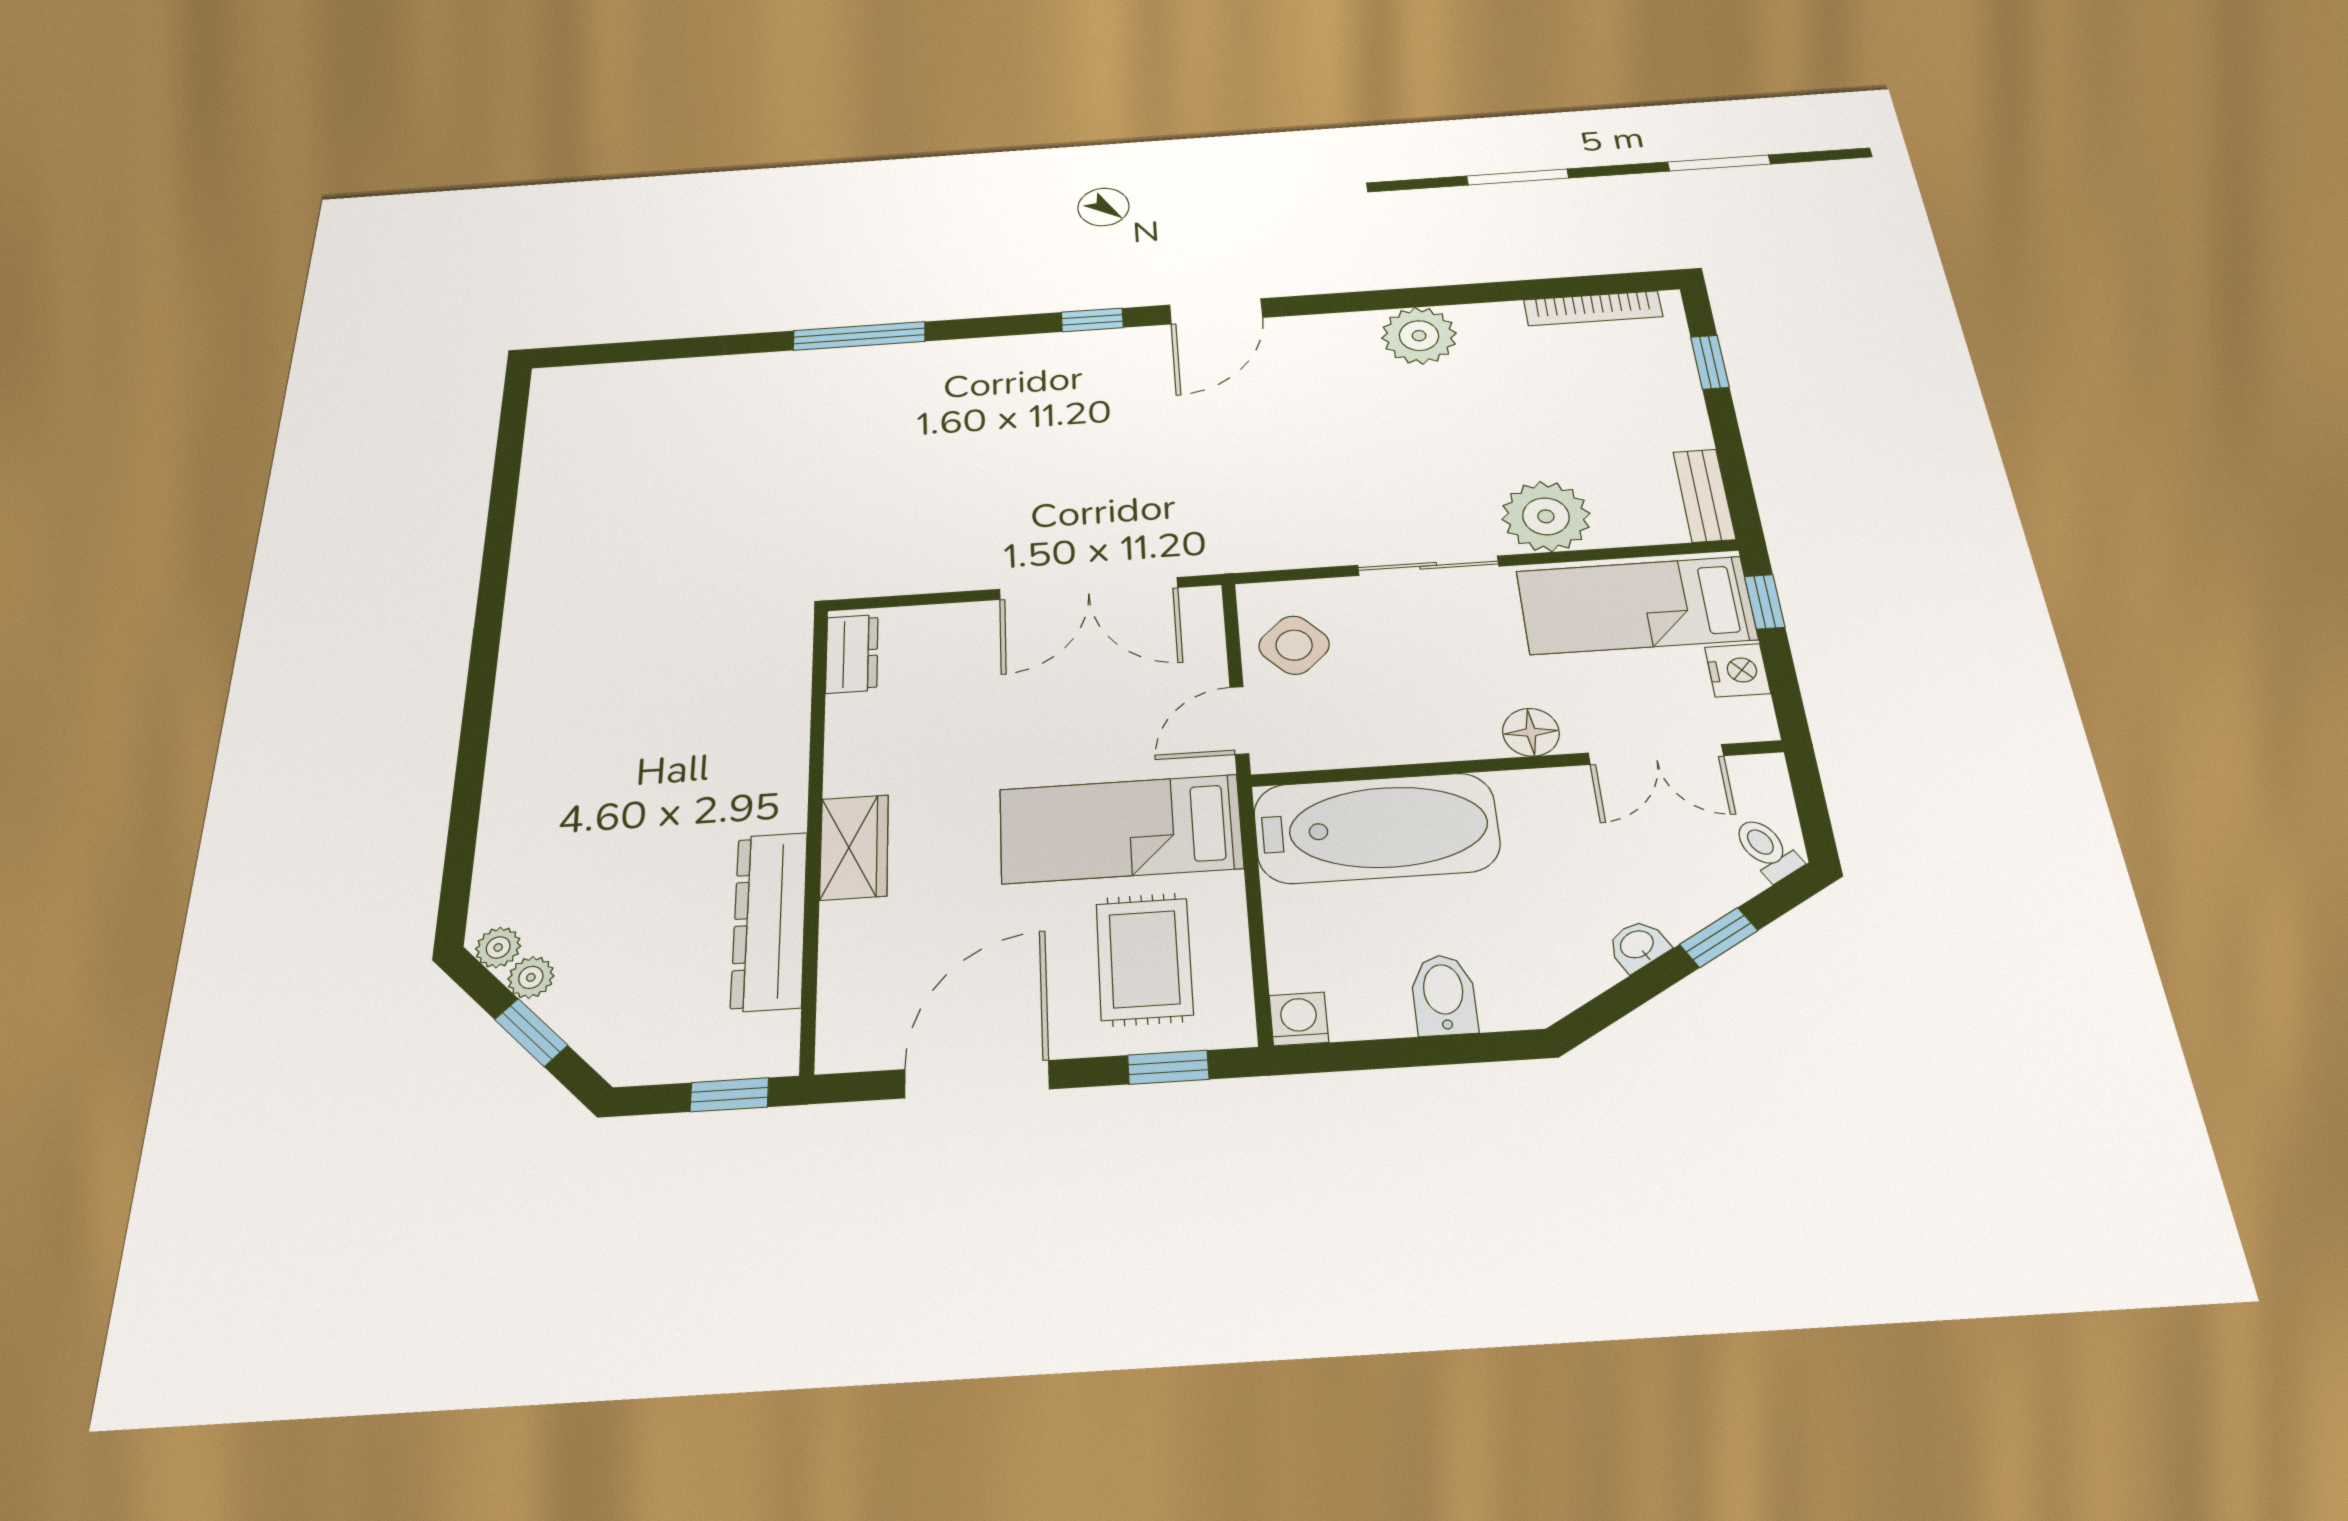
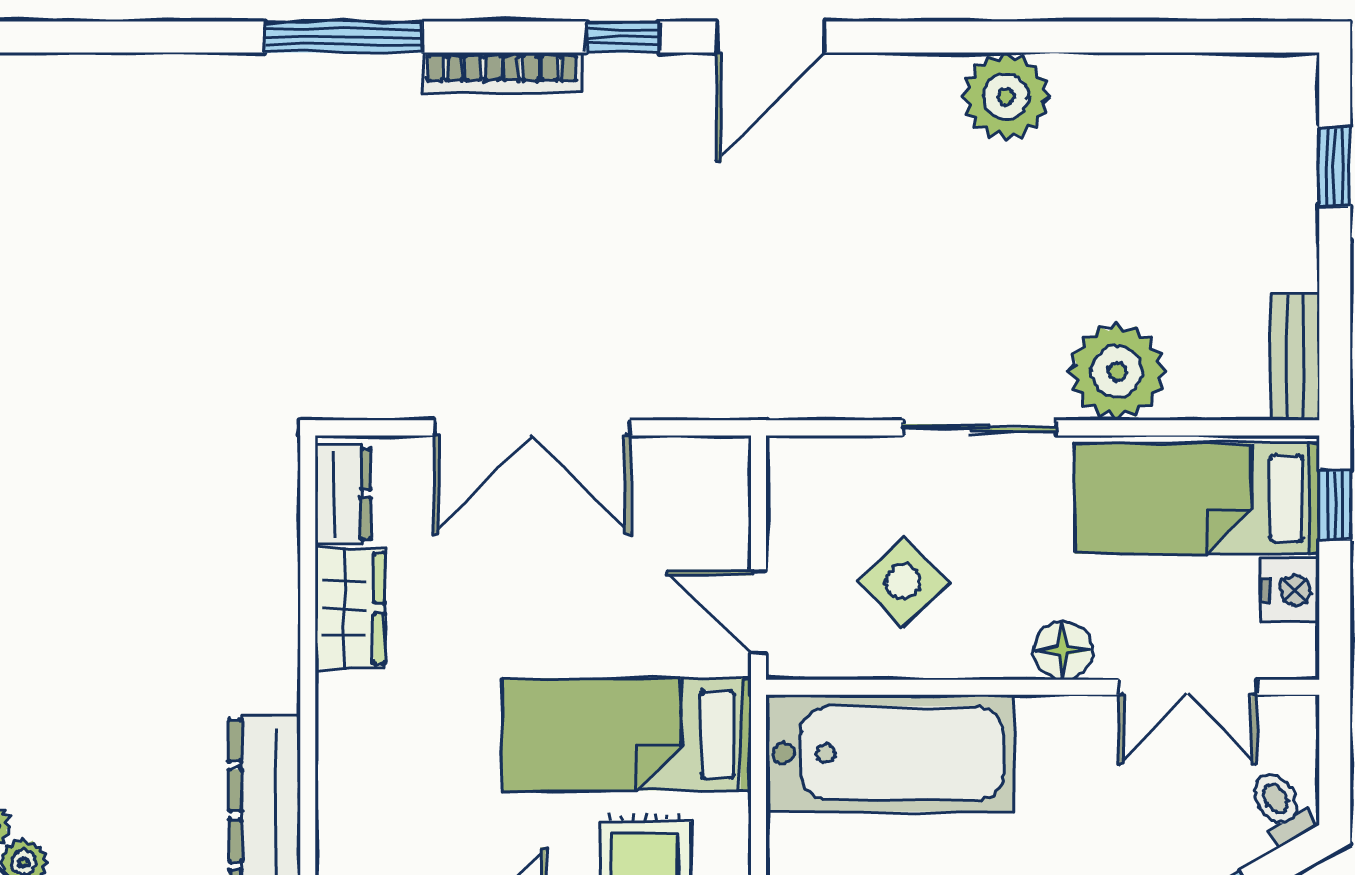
bookcase: (1593, 308) -> (502, 73), moved
double door: (1089, 588) -> (532, 428), moved
side table: (1294, 645) -> (903, 582), moved
door: (1239, 720) -> (759, 612), hinge flipped
wardrobe: (854, 847) -> (350, 608), moved

